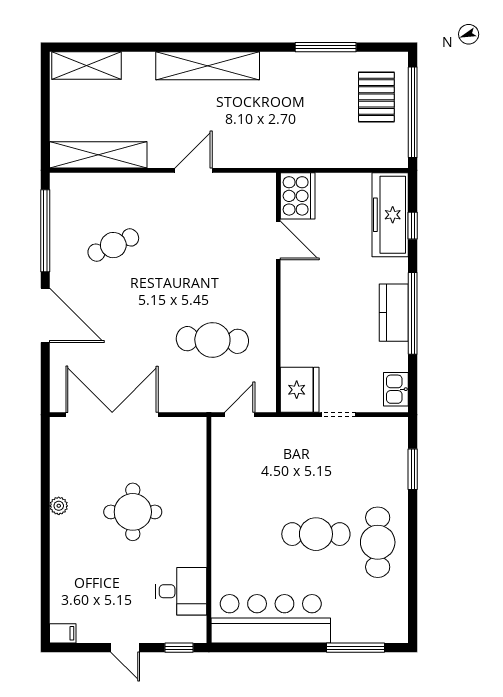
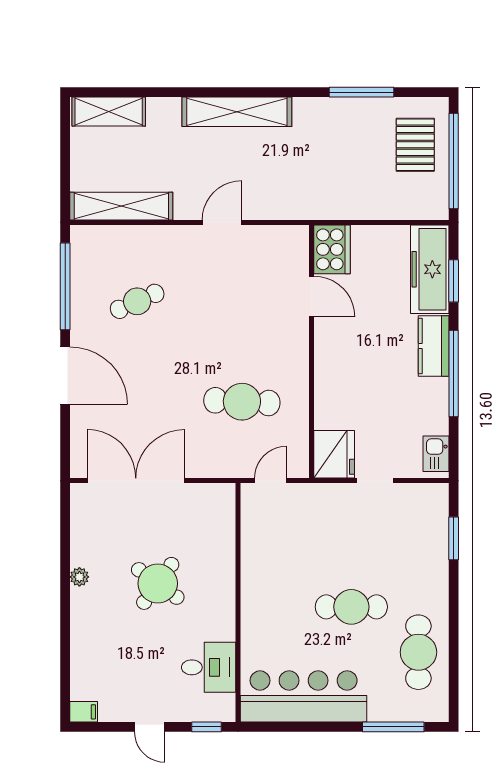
window: (413, 226) -> (454, 281), width x1.50
kitchen counter: (394, 313) -> (434, 346), moved
round table: (133, 512) -> (158, 583), turned 36
cafe table: (378, 542) -> (418, 652), moved

